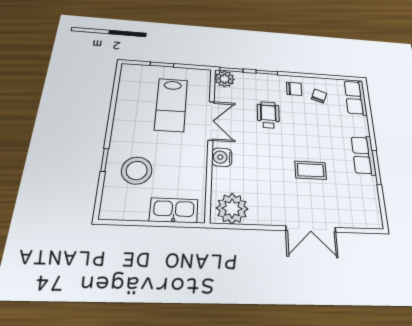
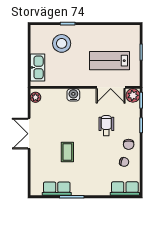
wheelchair: (268, 115) -> (106, 126), turned -90
double door: (211, 121) -> (111, 87), moved
row of seats: (363, 155) -> (57, 189), moved
plant: (232, 208) -> (35, 97), width x0.53, depth x0.53
double door: (311, 229) -> (29, 134), moved

